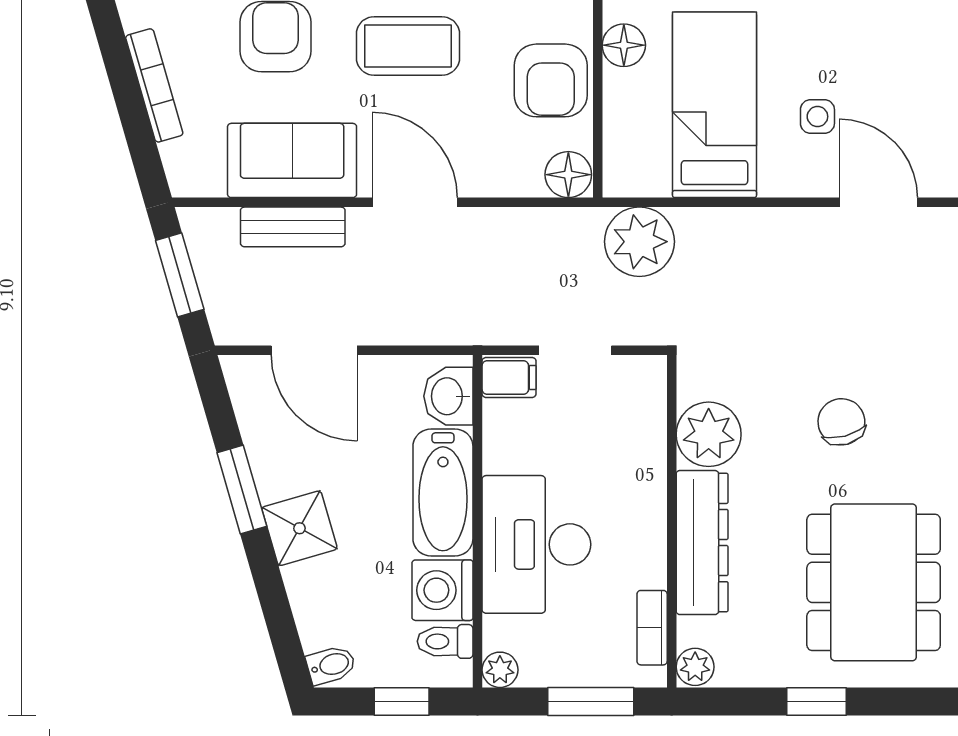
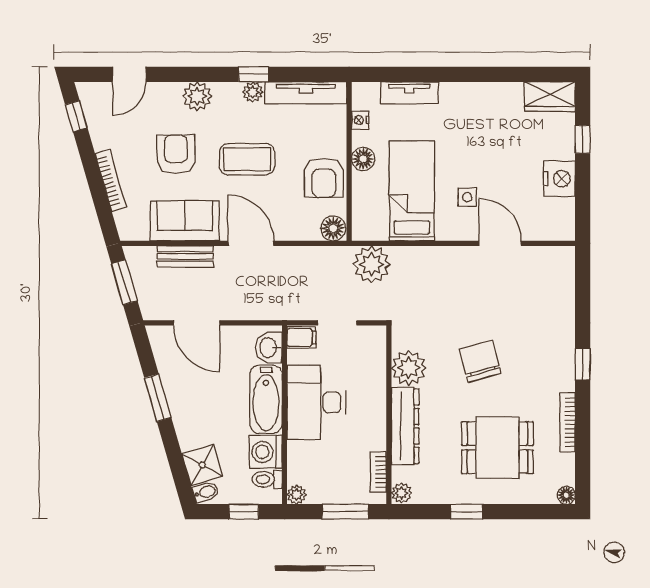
chair: (841, 422) -> (480, 361), width x1.37, depth x1.37
shower: (299, 528) -> (202, 465), moved
desk: (536, 544) -> (316, 402), moved
dining table: (874, 582) -> (497, 448), width x0.73

